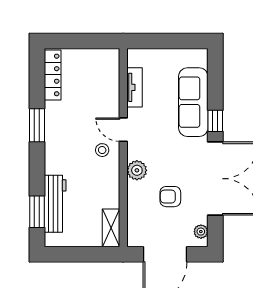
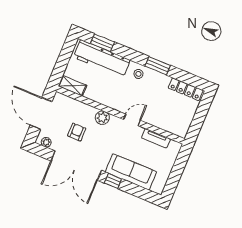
stool: (102, 150) -> (138, 74), moved
workbench: (55, 204) -> (102, 59), width x1.36, depth x1.32

